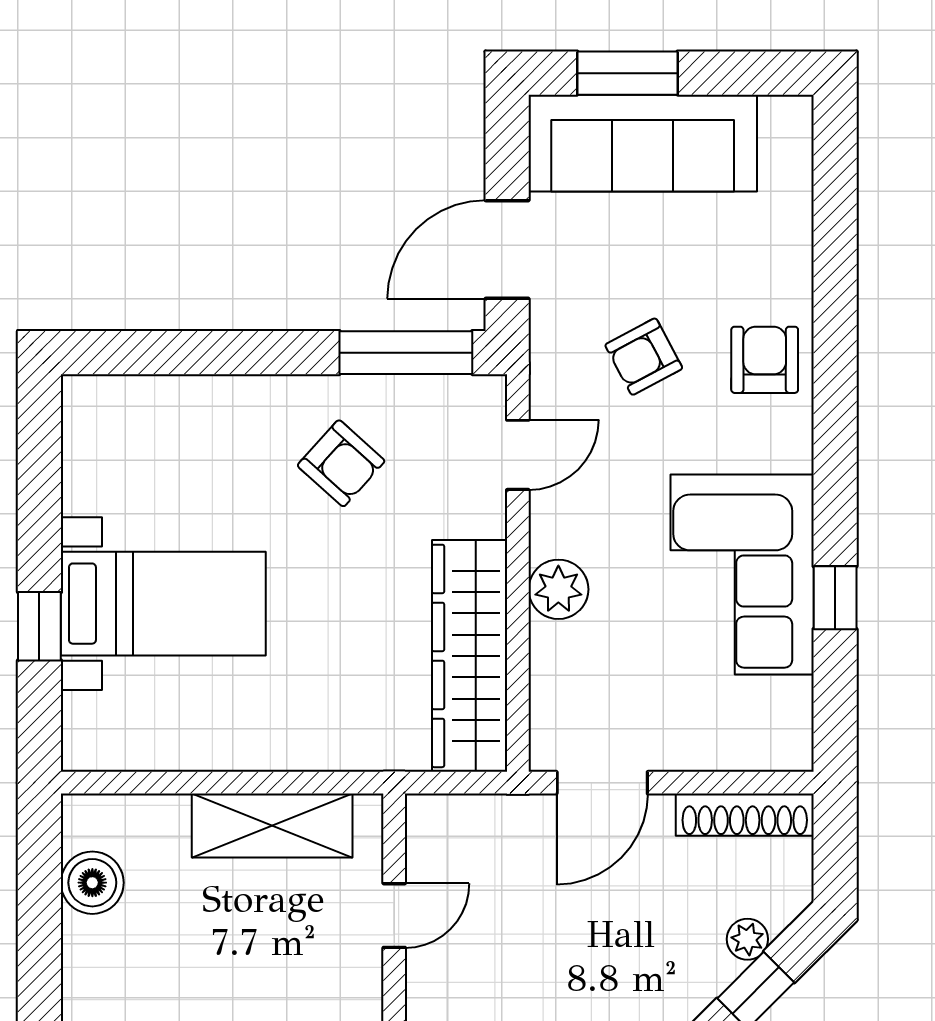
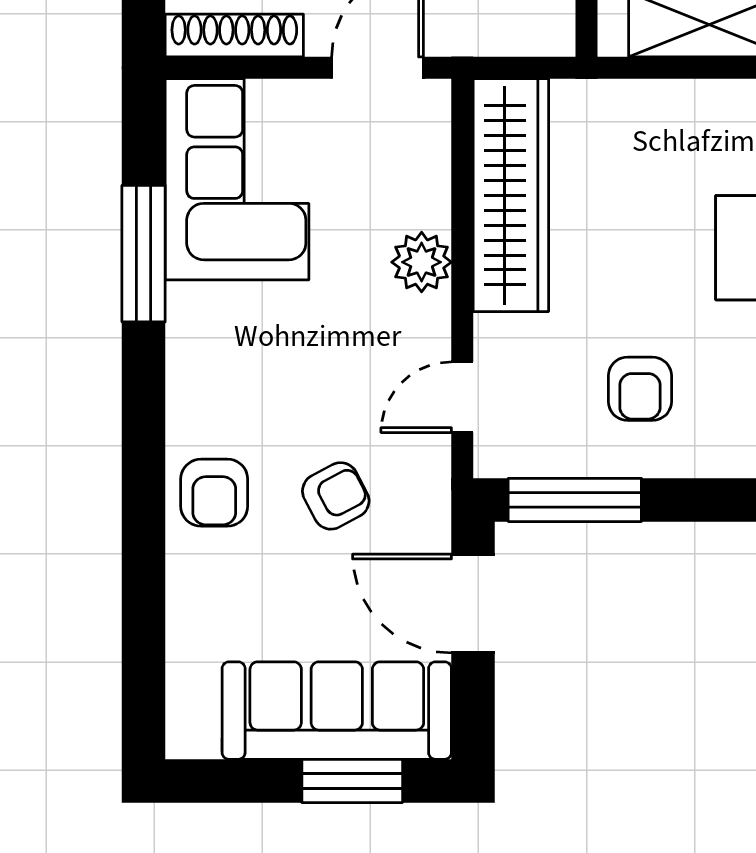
door: (507, 250) -> (473, 604), swing flipped
armchair: (341, 463) -> (640, 389), turned -132
corner sofa: (742, 575) -> (237, 179), moved
window: (835, 598) -> (144, 254), width x2.17

